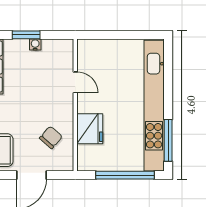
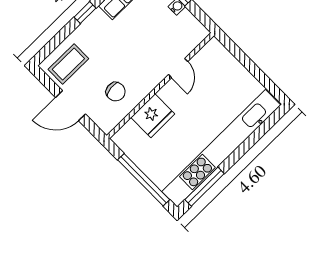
chair: (51, 137) -> (116, 92), turned 43

